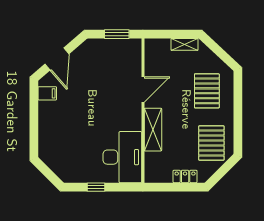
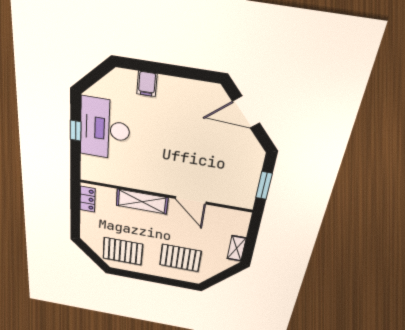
filing cabinet: (47, 93) -> (147, 84), moved
desk: (122, 157) -> (105, 129), moved, turned 90
locker: (185, 176) -> (87, 199), moved

